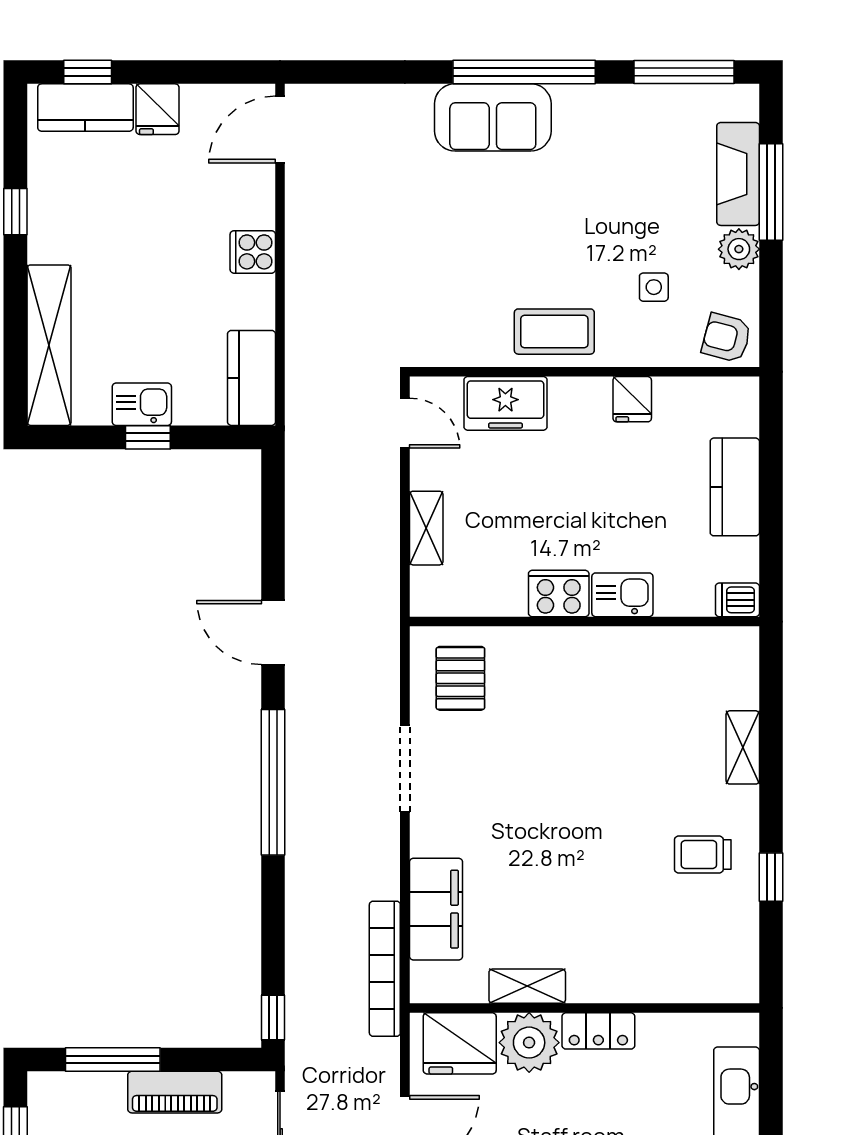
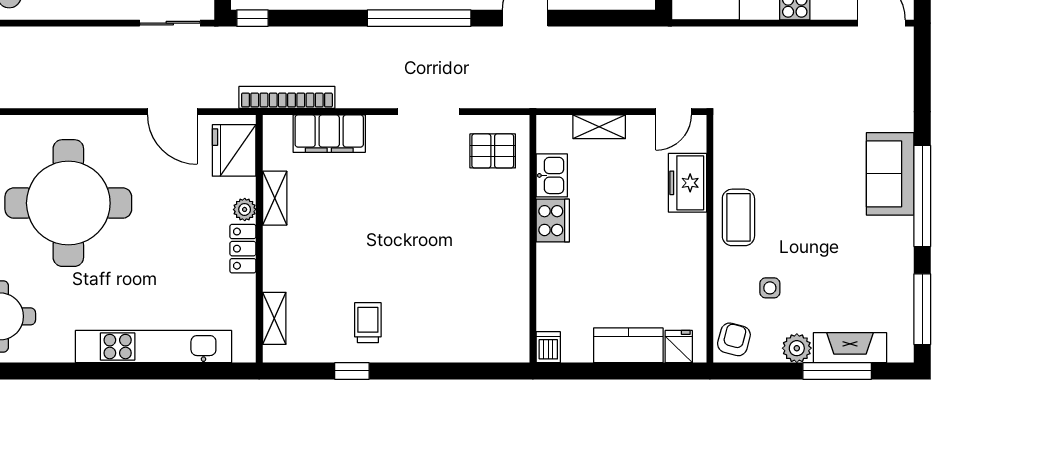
fridge: (632, 399) -> (679, 347), moved, turned 90
kitchen sink: (622, 595) -> (552, 175), moved
shelving: (743, 747) -> (274, 318), moved, turned 90
plant: (529, 1043) -> (245, 209), width x0.53, depth x0.53

